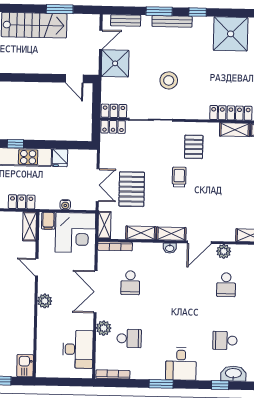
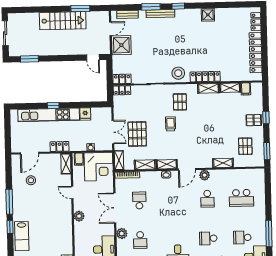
shower: (231, 34) -> (208, 15), width x0.54, depth x0.54
stool: (169, 80) -> (178, 73), moved
school desk: (130, 283) -> (139, 200), turned 180
school desk: (129, 338) -> (140, 240), turned 90

